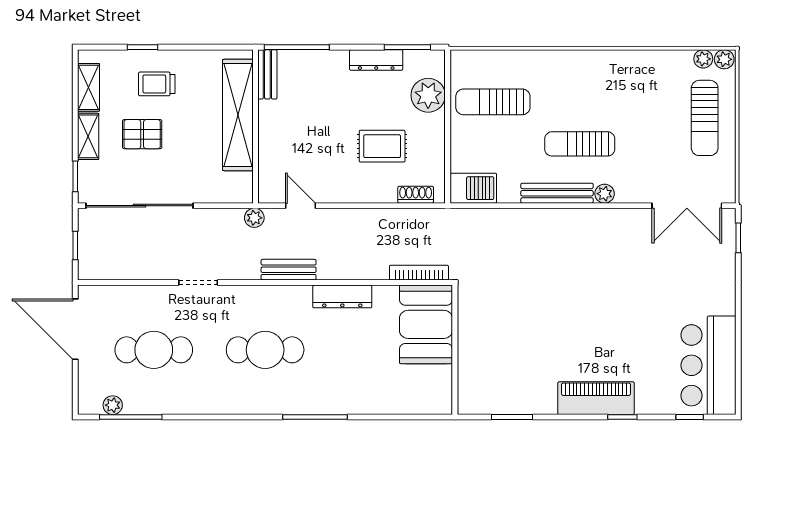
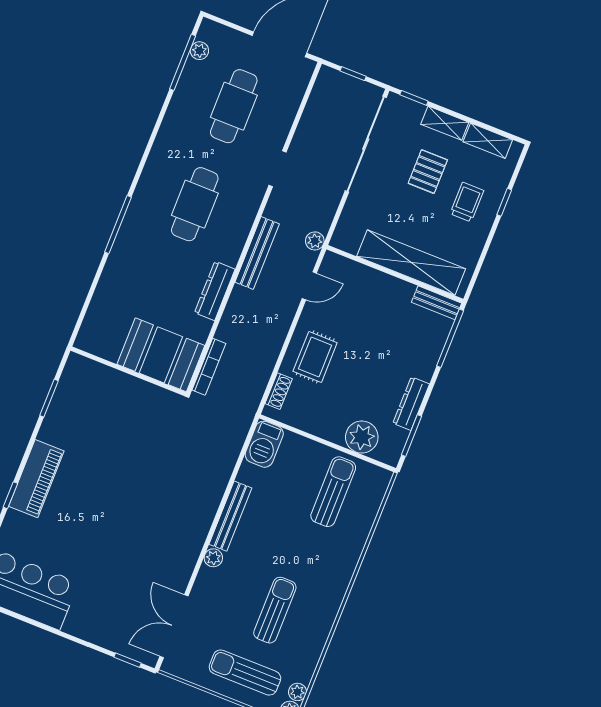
sun lounger: (580, 144) -> (275, 610), moved
rug: (382, 146) -> (315, 357), moved
bench: (289, 270) -> (257, 253), width x1.36

